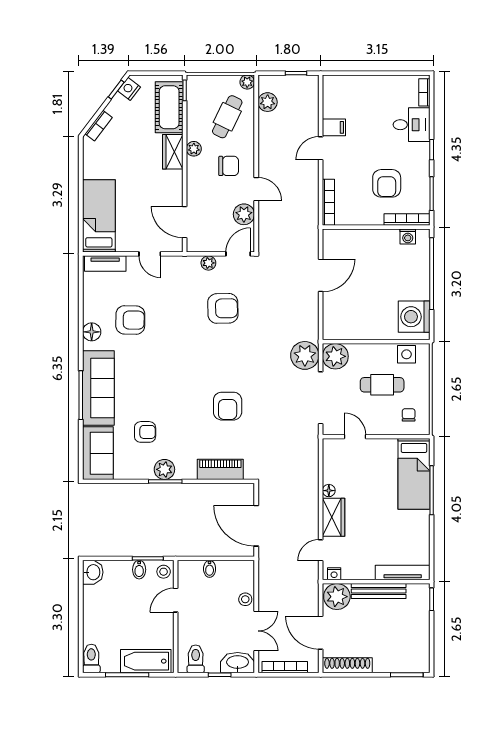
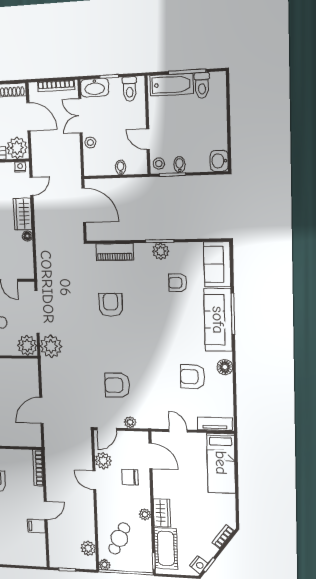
chair: (229, 166) -> (130, 477), moved
door: (176, 600) -> (148, 139), swing flipped
toilet: (91, 658) -> (202, 85), moved

